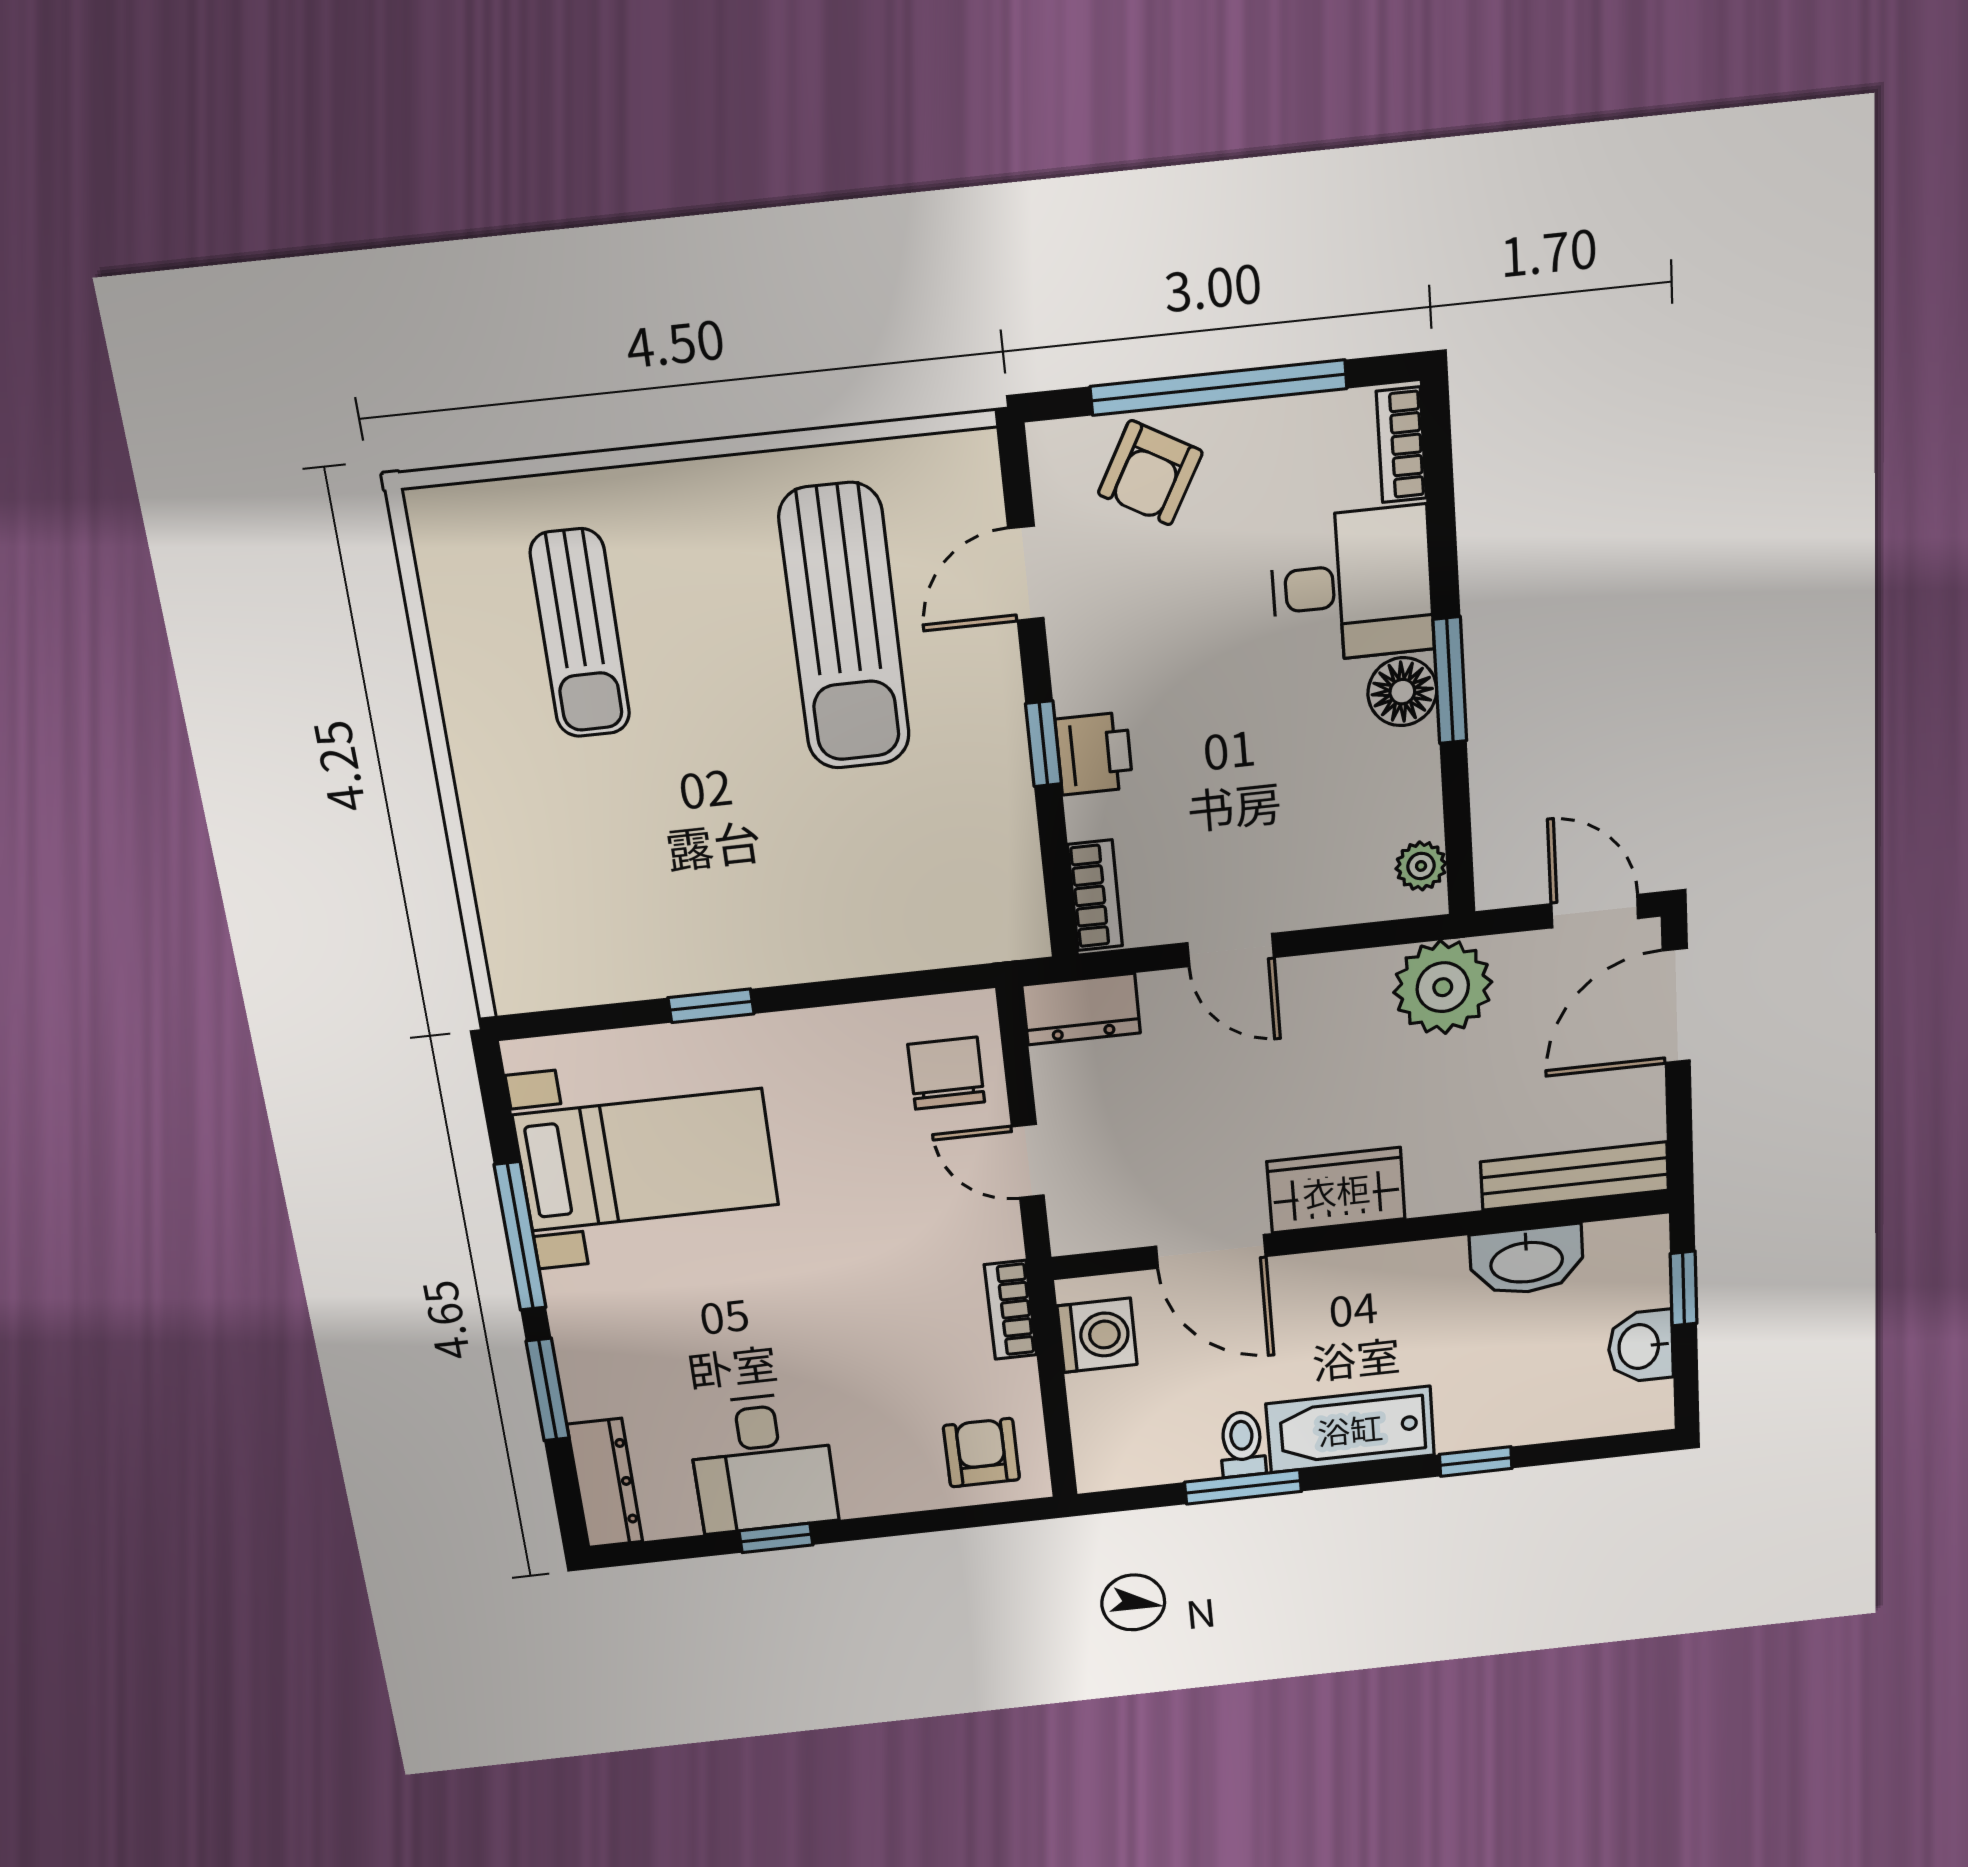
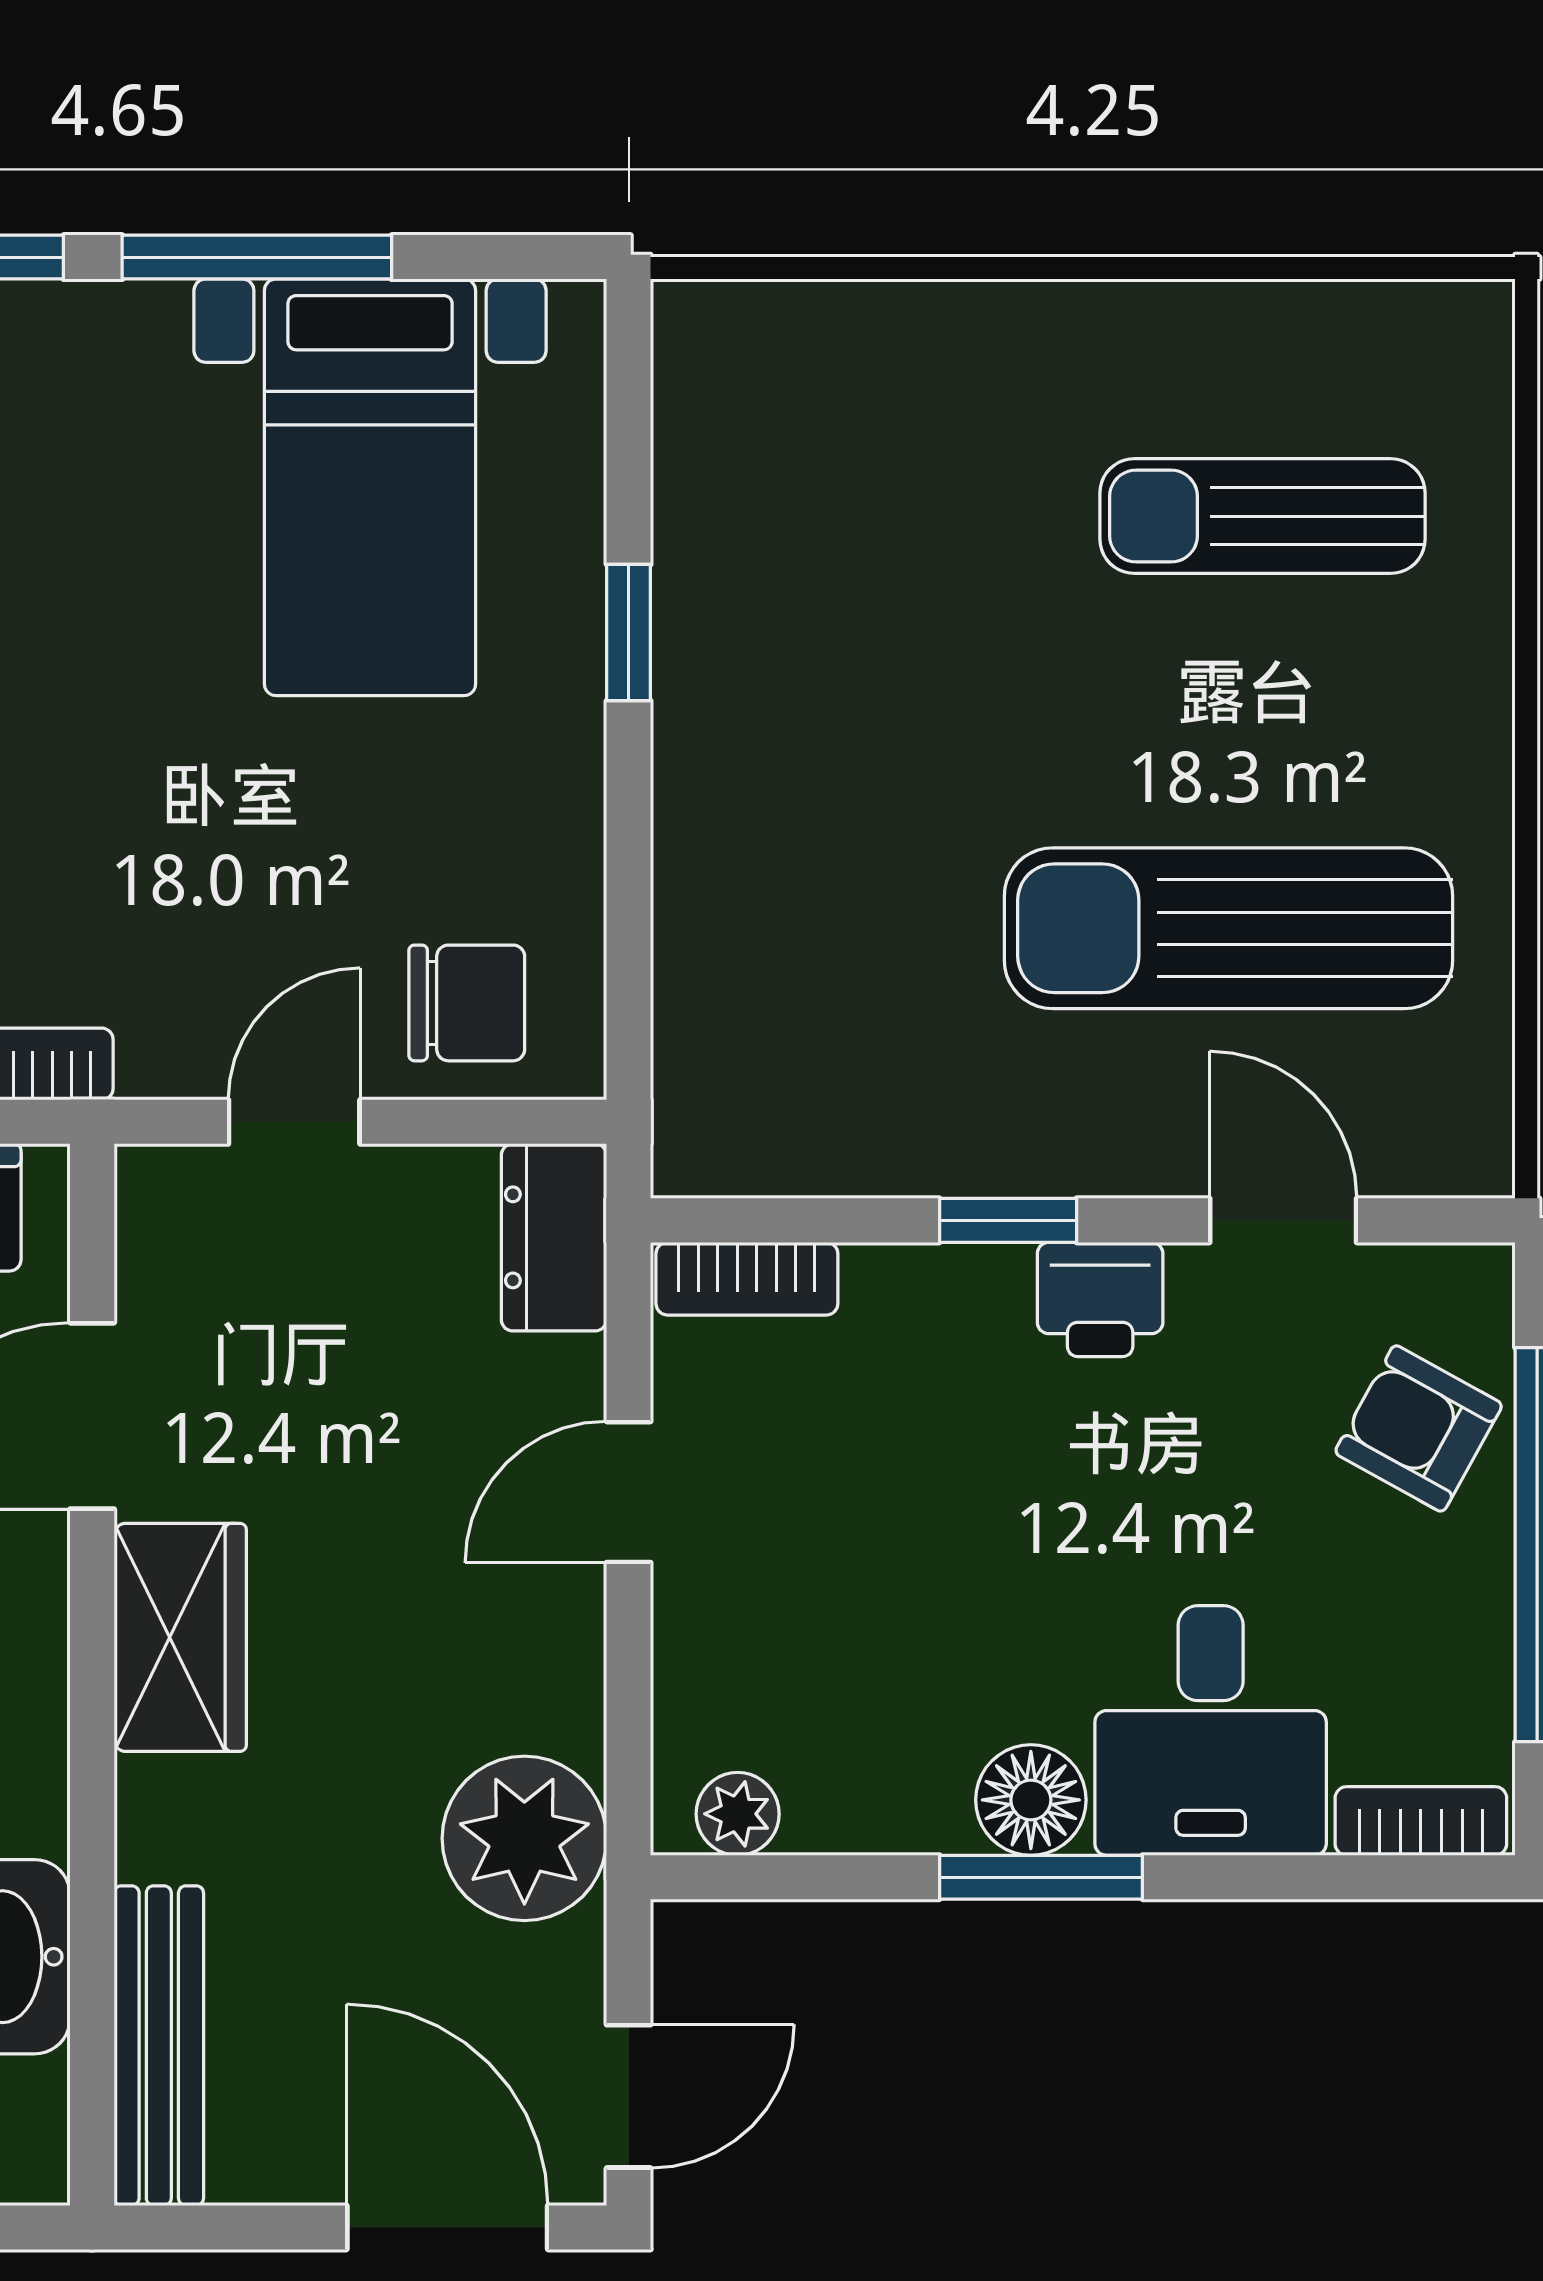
printer: (1094, 754) -> (1100, 1299), moved

